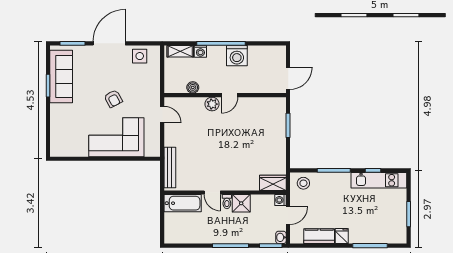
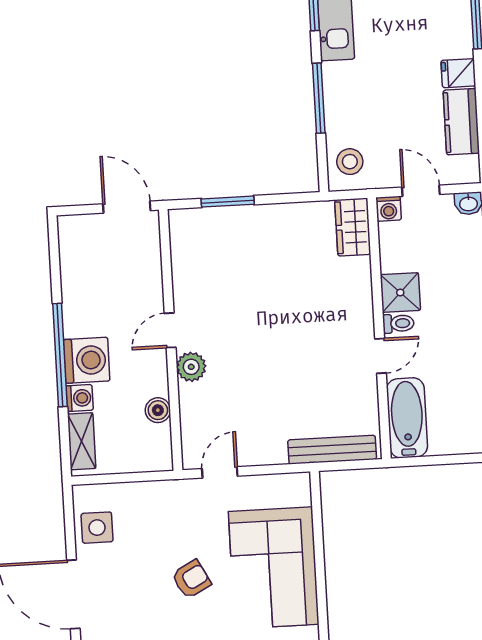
washing machine: (237, 56) -> (87, 360), moved
door: (230, 95) -> (170, 330), swing flipped

